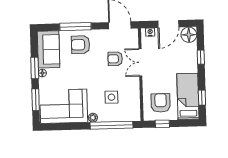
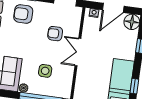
double door: (140, 62) -> (78, 52), moved
armchair: (161, 103) -> (93, 84), removed

